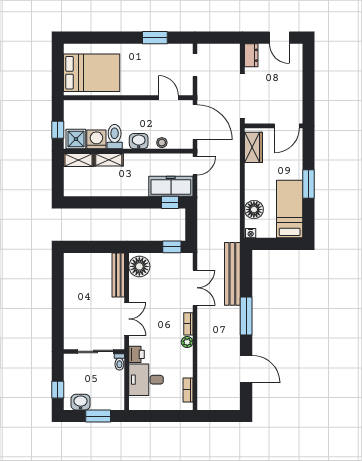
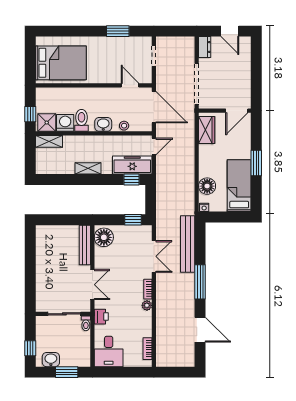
shelving: (109, 160) -> (88, 168), moved
desk: (146, 380) -> (109, 351), moved, turned -90

